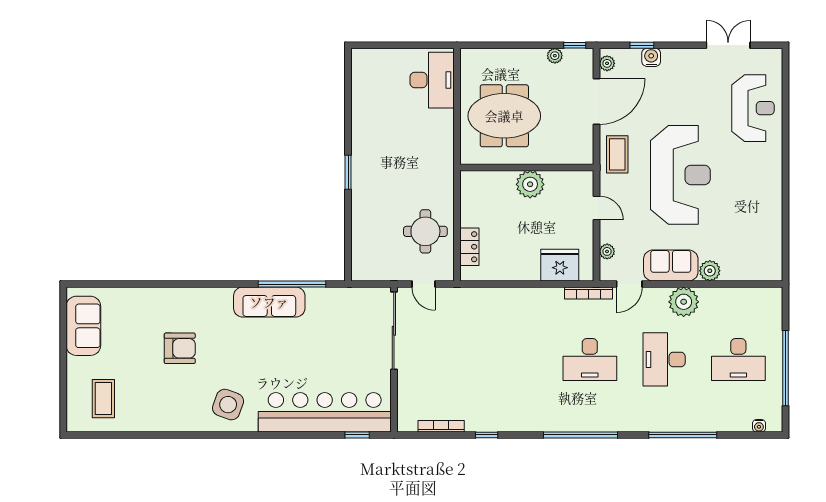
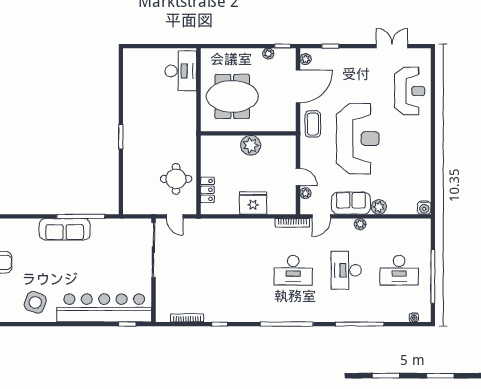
water cooler: (651, 57) -> (424, 208), moved, turned 180
door: (596, 208) -> (298, 177), moved
fridge: (560, 265) -> (253, 203), moved
plant: (684, 302) -> (360, 224), width x0.53, depth x0.53

